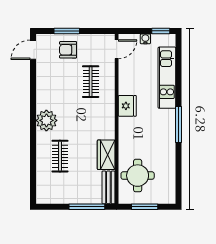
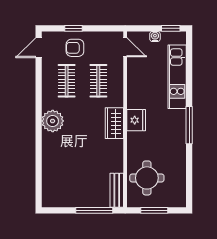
window: (67, 31) -> (73, 28), width x0.67
door: (117, 49) -> (125, 47), hinge flipped
fridge: (127, 106) -> (136, 120), moved
wardrobe: (106, 155) -> (114, 123), moved
clothes rail: (60, 156) -> (67, 81), moved

